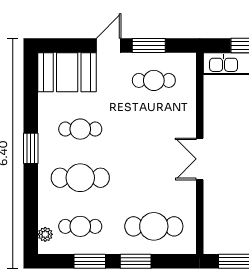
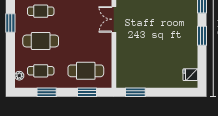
double door: (200, 159) -> (114, 19), moved
window: (136, 261) -> (87, 92), moved

